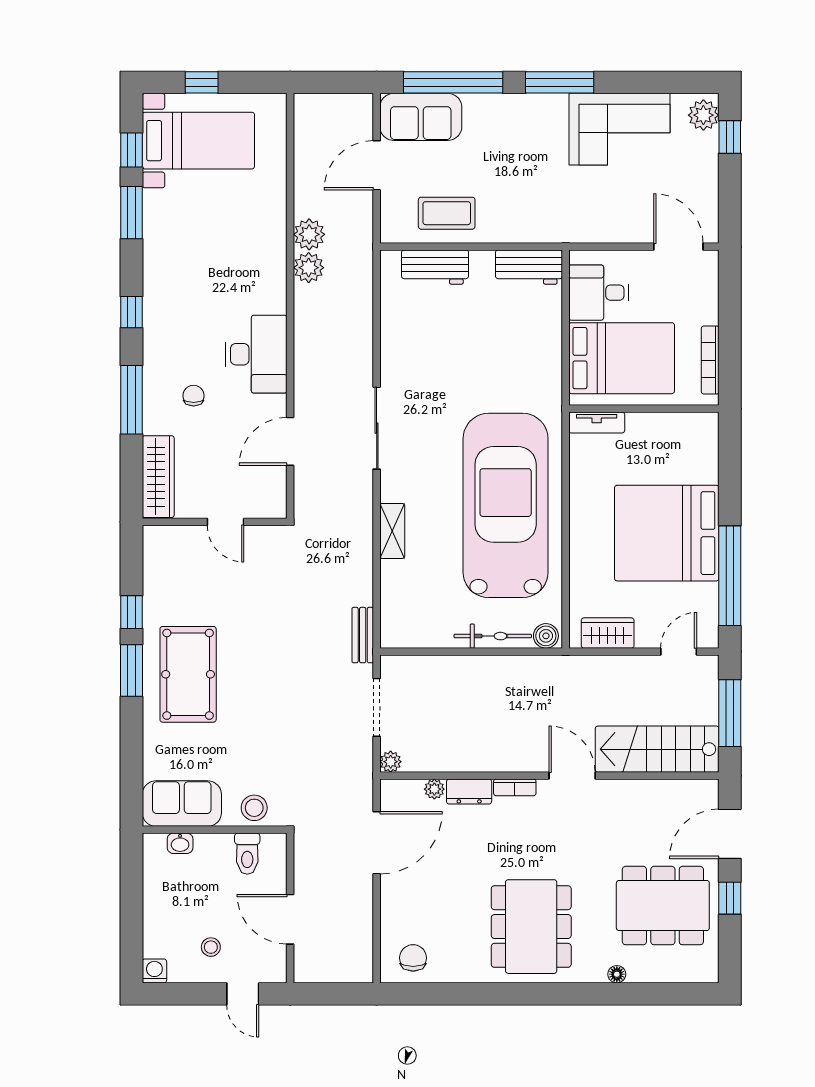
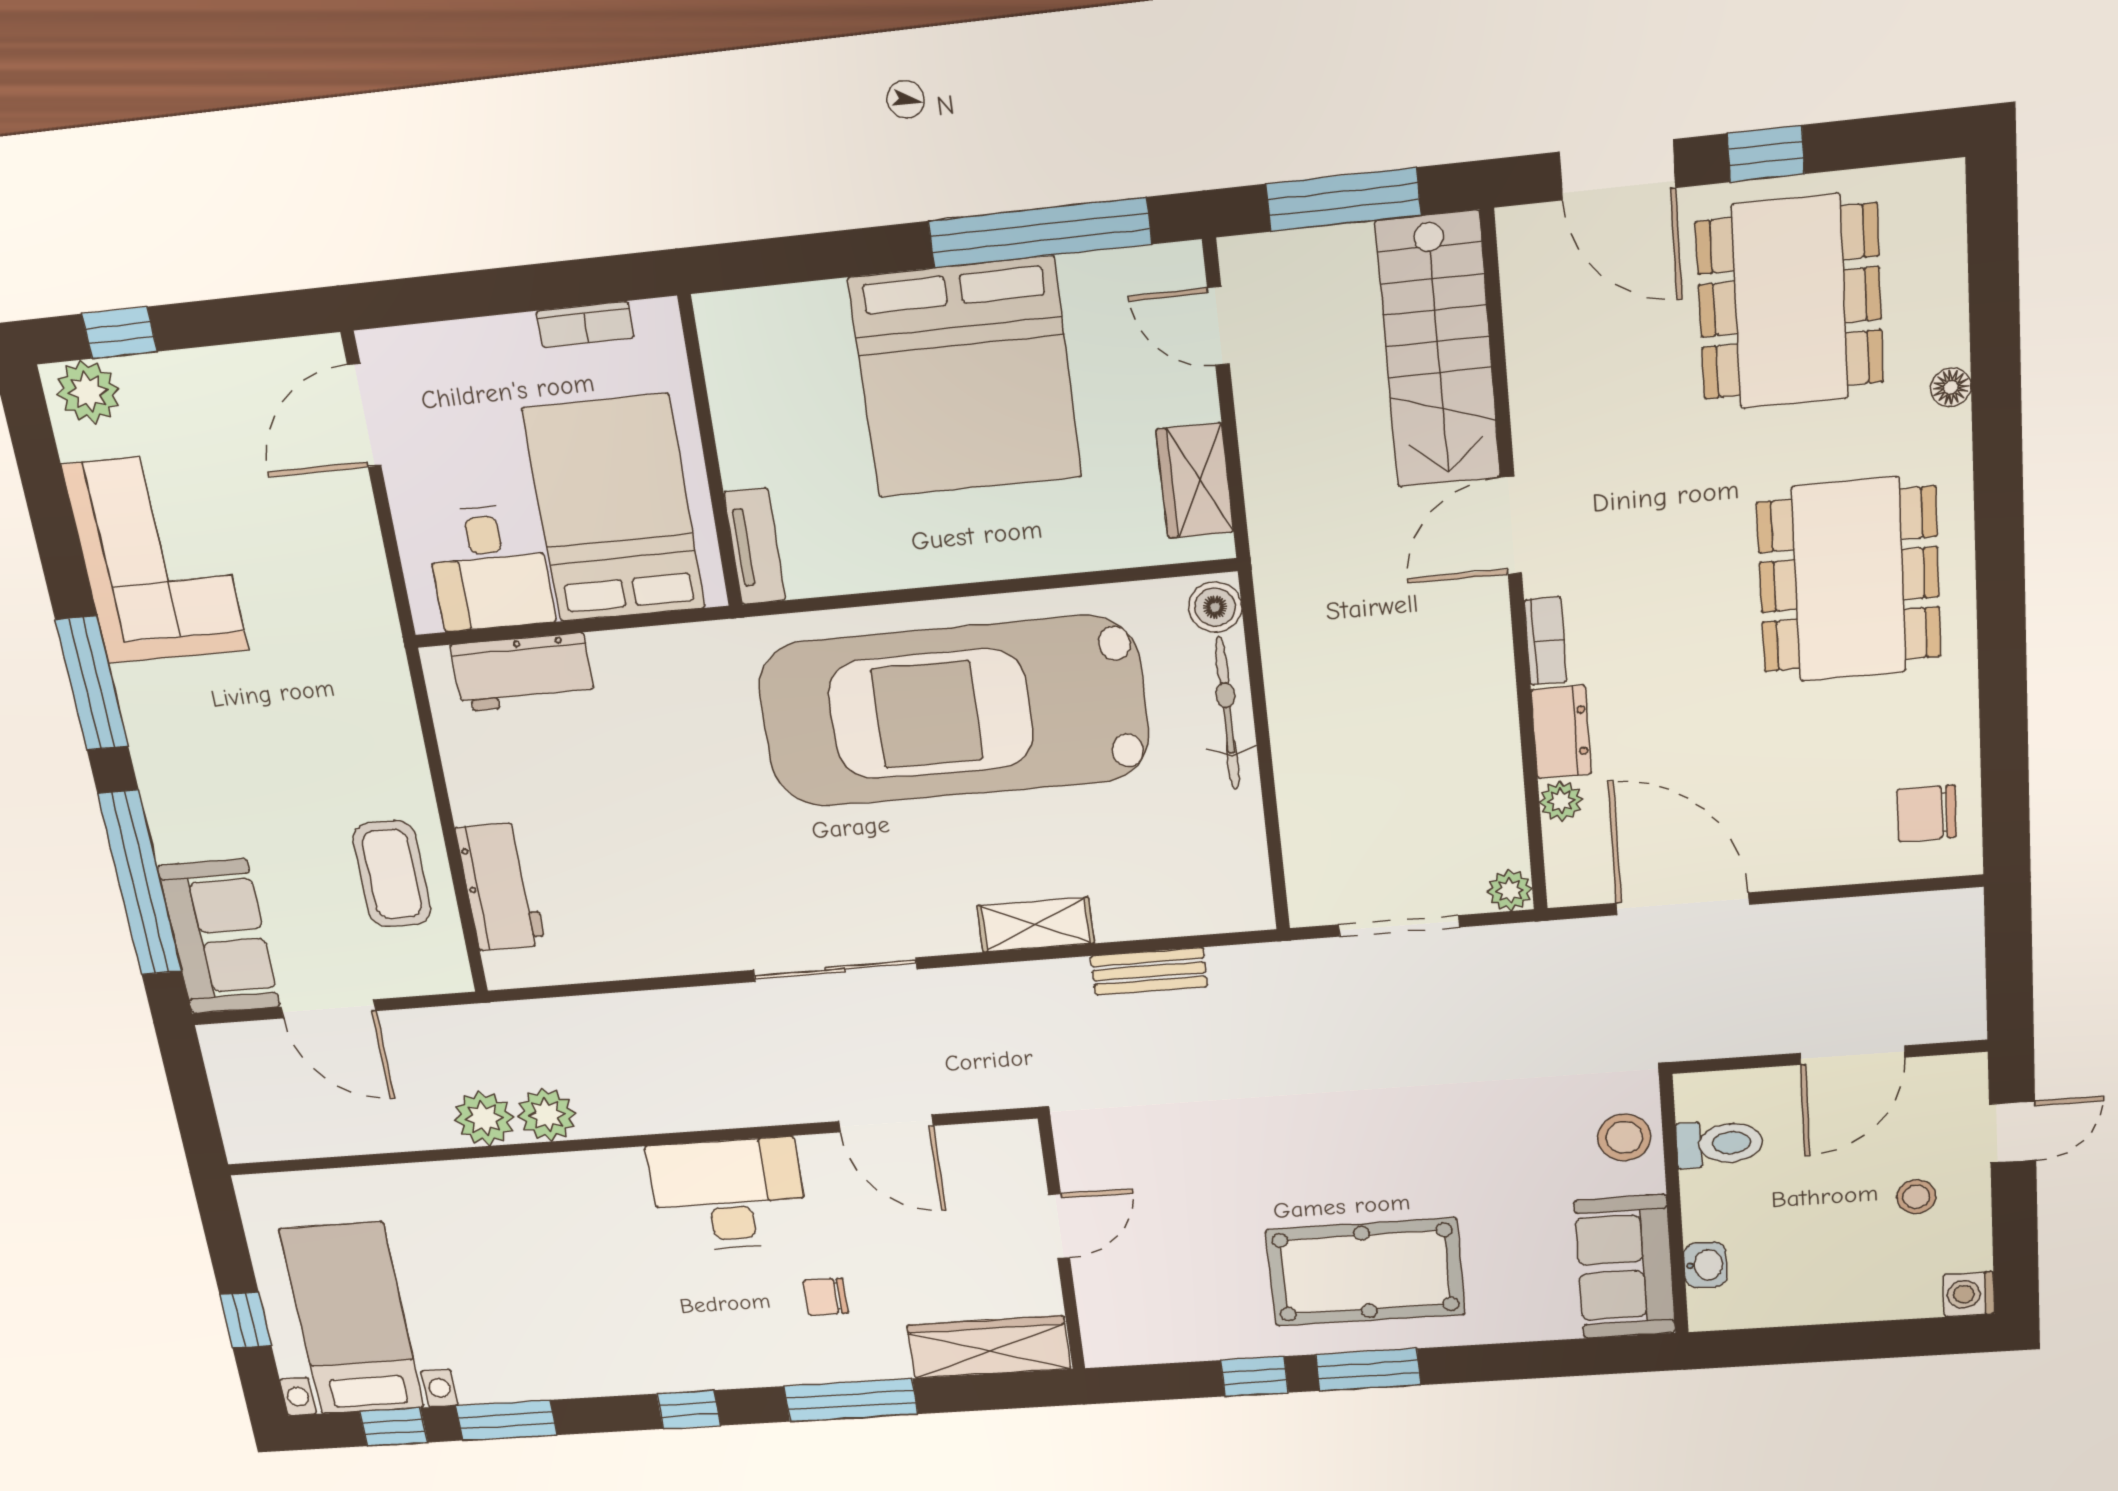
workbench: (529, 267) -> (523, 672), moved, turned 90
bookcase: (710, 360) -> (585, 324), width x0.64
bench: (363, 635) -> (1149, 971), moved
dining table: (531, 927) -> (1849, 580), turned 90

